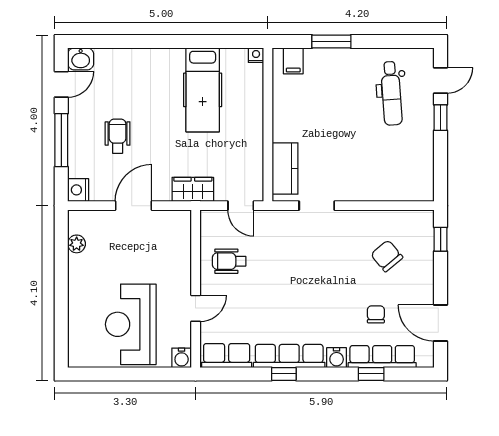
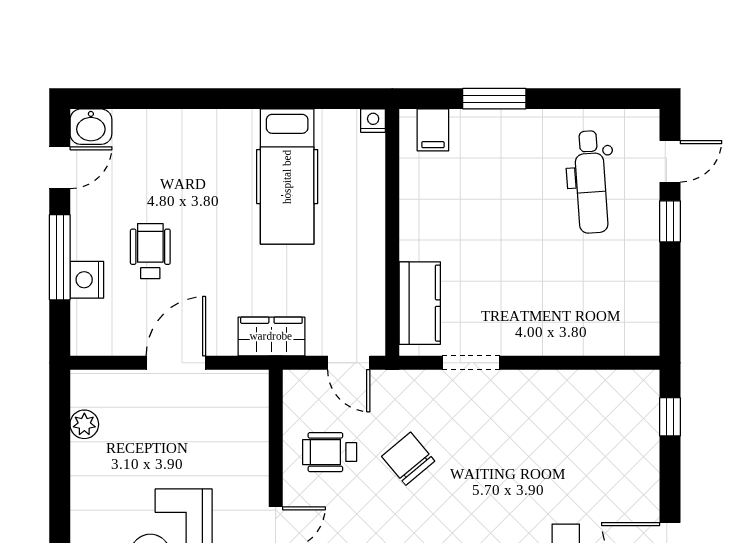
nightstand: (78, 190) -> (87, 280), moved
chair: (387, 256) -> (408, 459), moved

